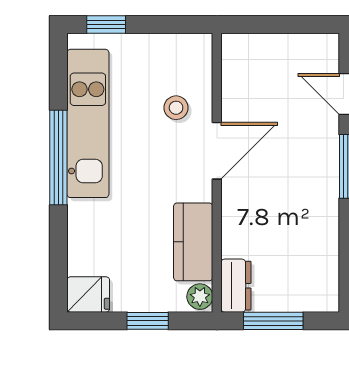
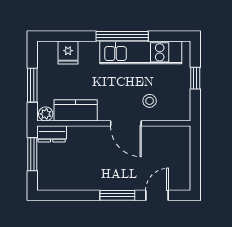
window: (106, 24) -> (195, 78), moved
fridge: (88, 294) -> (68, 53), moved
window: (148, 321) -> (32, 85), width x1.50

